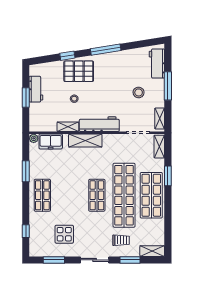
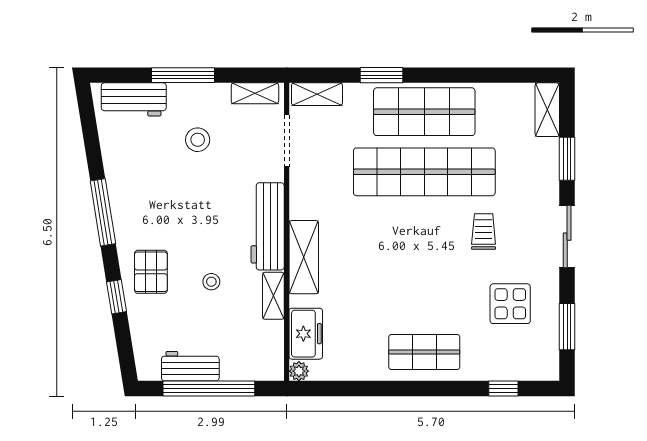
pallet: (79, 71) -> (151, 272), width x0.67, depth x0.71
window: (26, 98) -> (209, 389), width x2.11
window: (26, 171) -> (371, 389), removed
shop shelf: (97, 195) -> (424, 232), removed
trolley: (121, 240) -> (484, 232), moved

